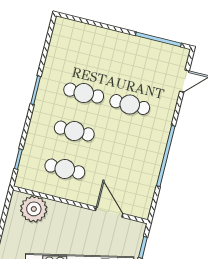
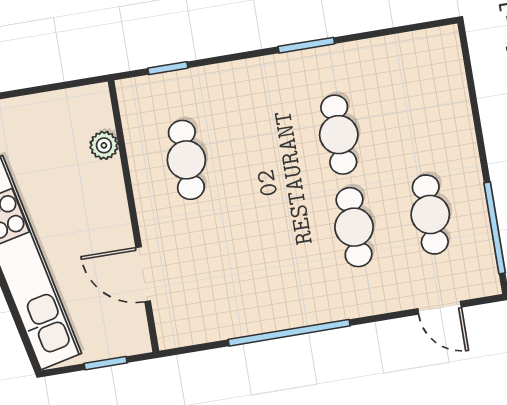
cafe table: (74, 131) -> (430, 214), moved
plant: (34, 209) -> (104, 145), width x0.53, depth x0.53
door: (109, 212) -> (143, 274), swing flipped

